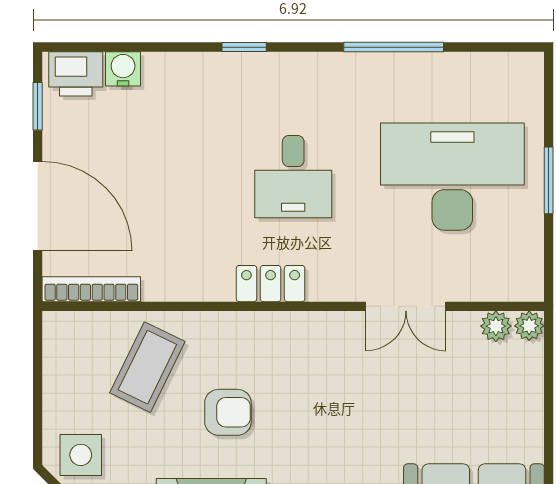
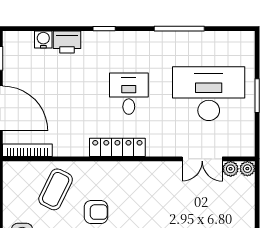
printer: (76, 74) -> (67, 42), moved
desk: (293, 177) -> (129, 94), turned 180
locker: (271, 284) -> (117, 147), width x1.53
double door: (406, 306) -> (202, 159), moved

